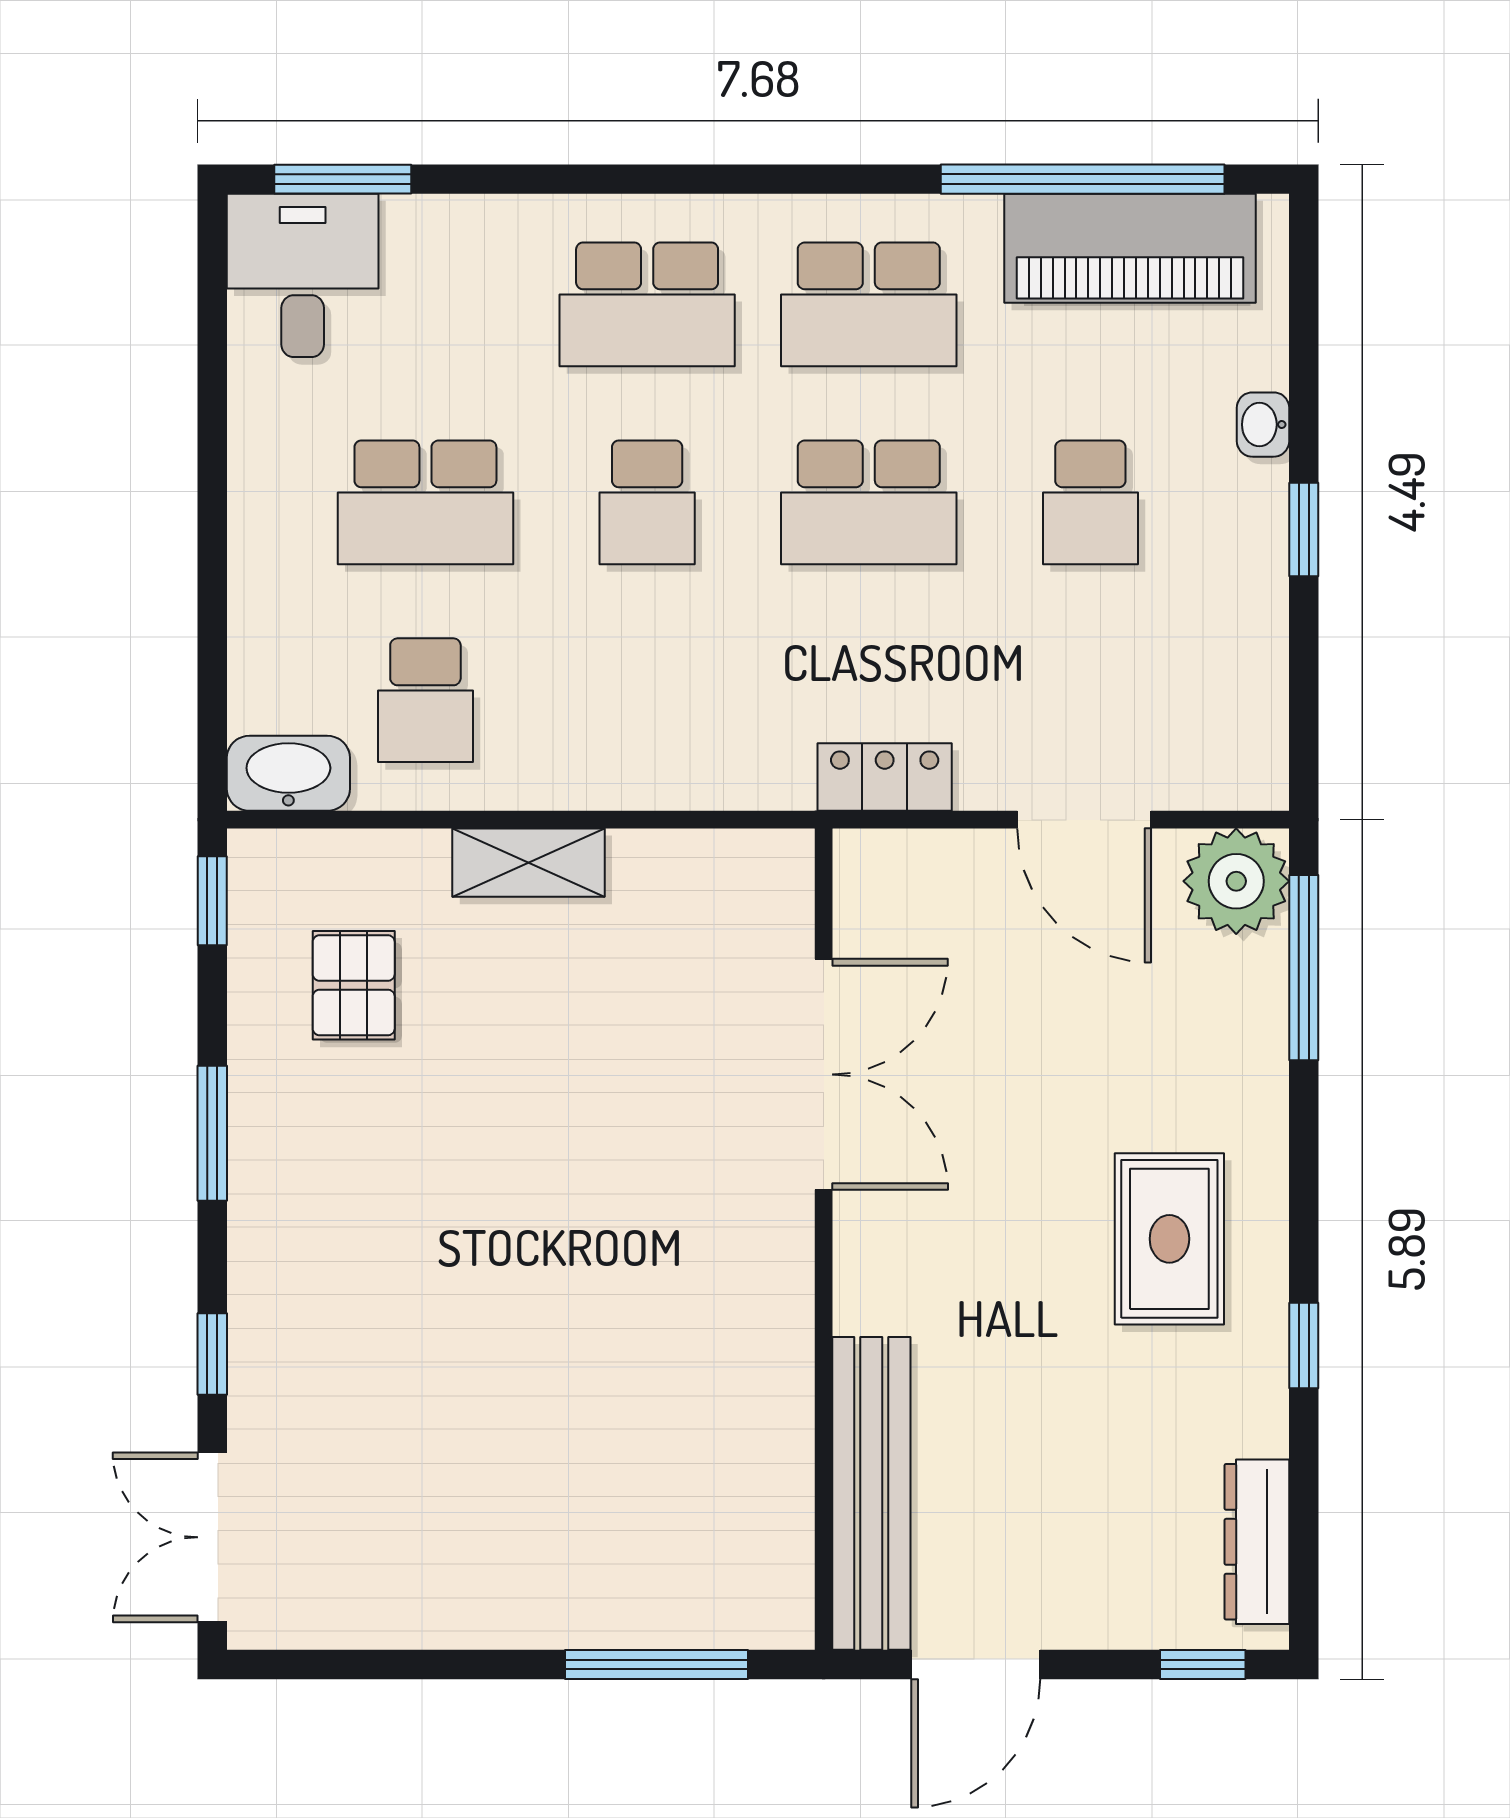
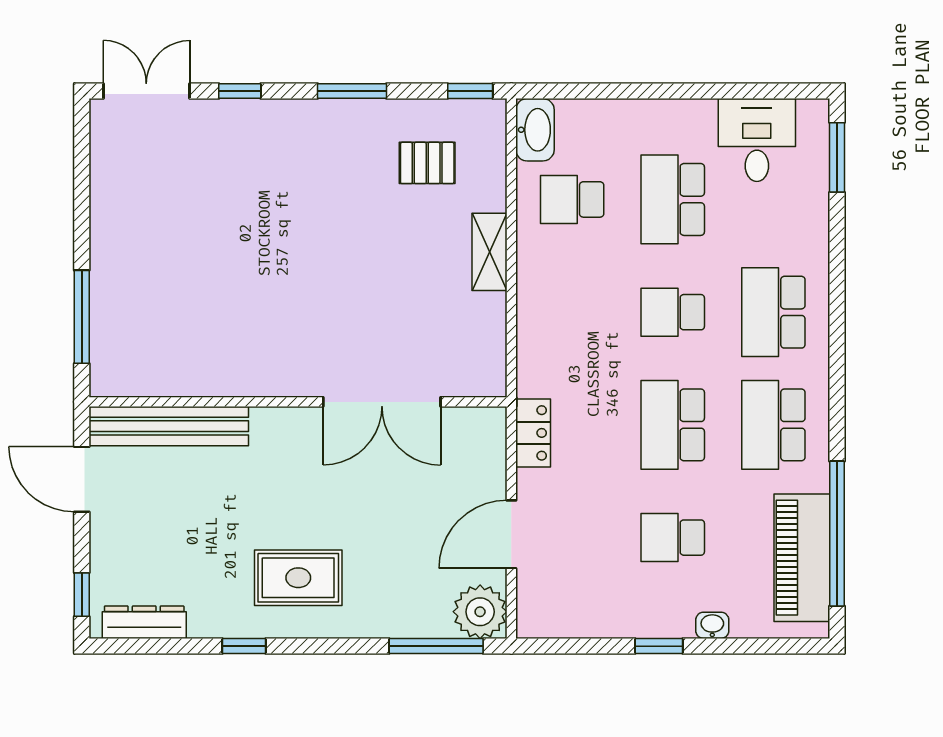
desk: (303, 275) -> (757, 140), moved, turned -90

